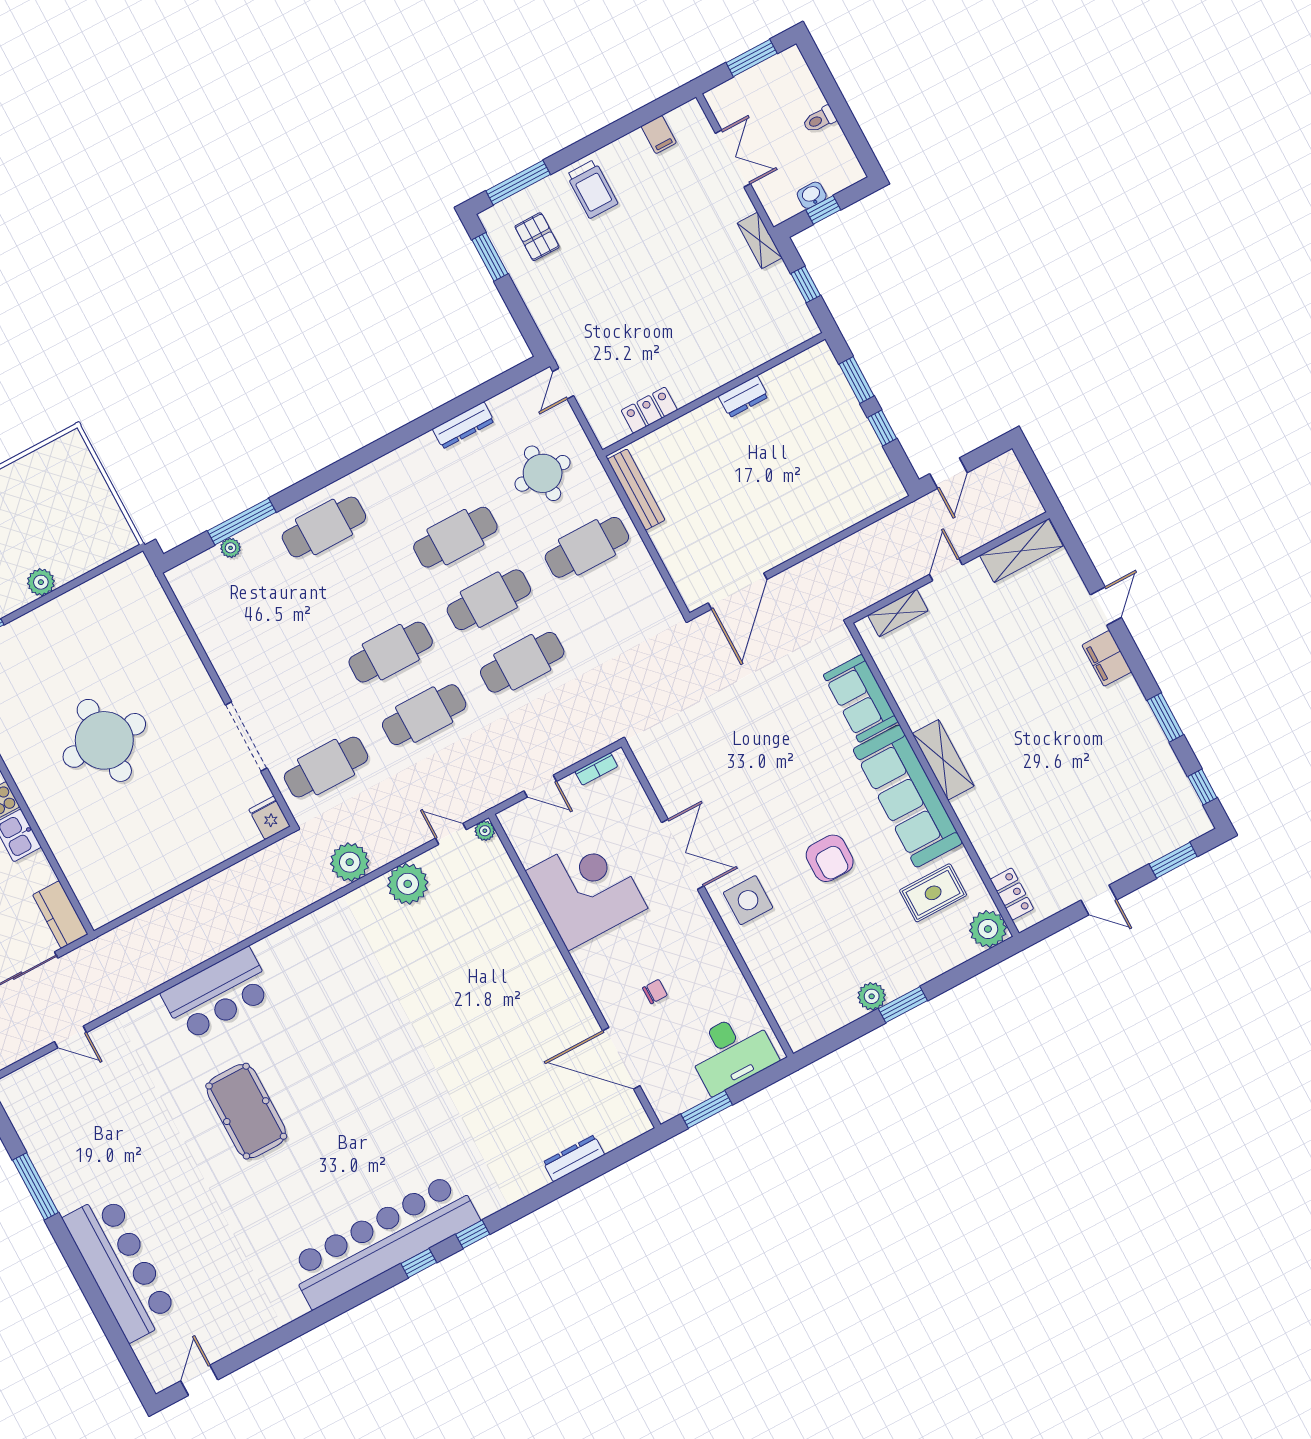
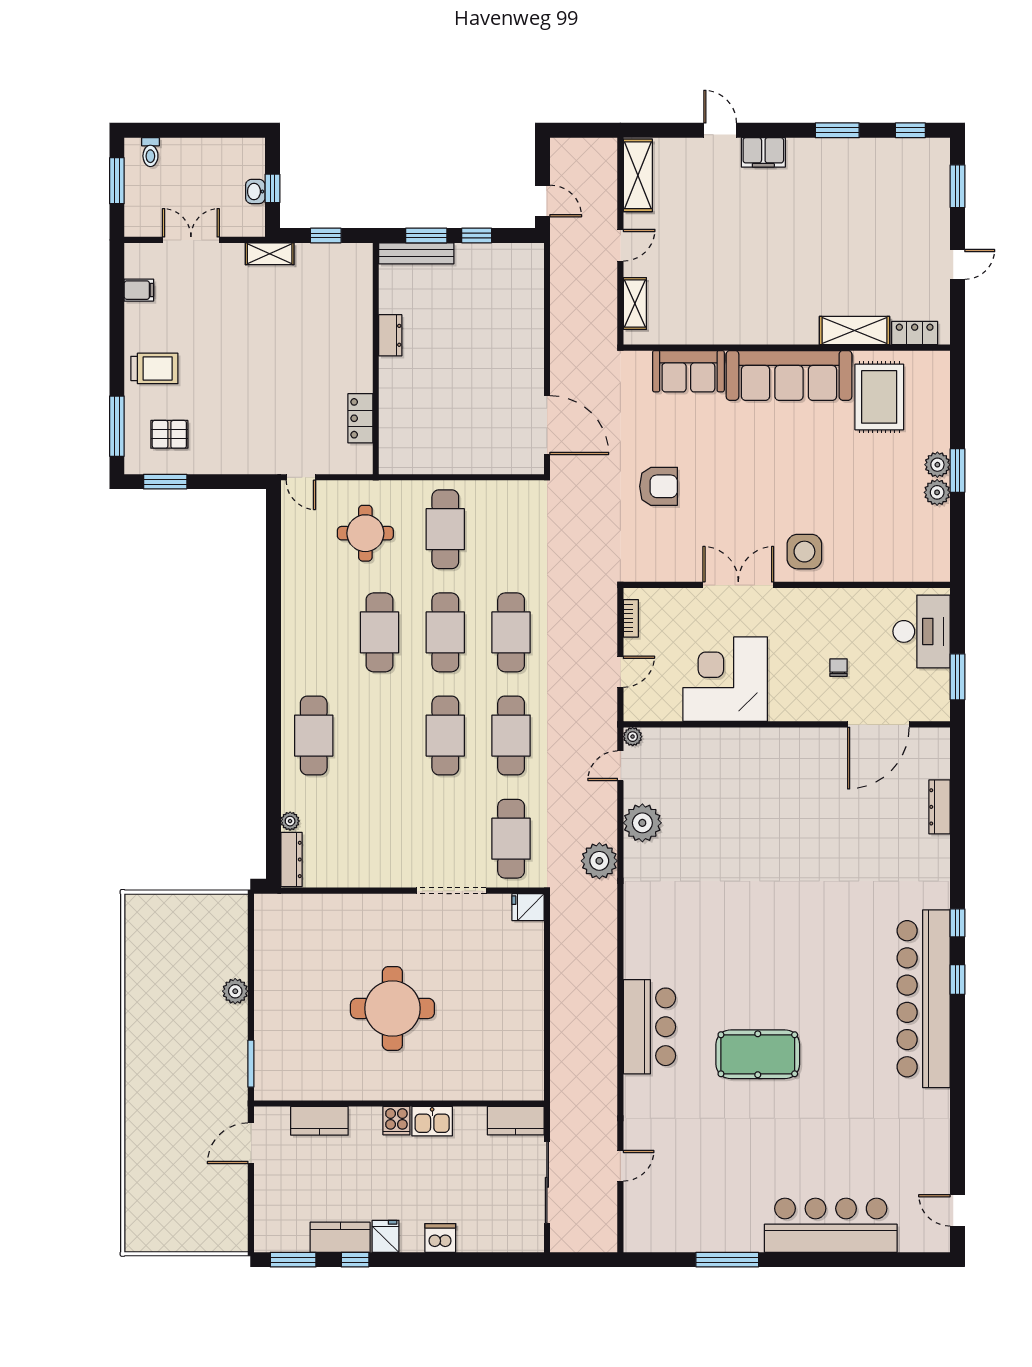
toilet: (819, 120) -> (150, 152), moved
dresser: (463, 425) -> (291, 859), moved
bench: (636, 490) -> (416, 253), moved
window: (242, 522) -> (273, 800), removed
door: (946, 570) -> (620, 245), swing flipped
shelving: (943, 760) -> (854, 331), moved
armchair: (830, 858) -> (658, 486), moved
rug: (933, 893) -> (879, 397), width x1.36, depth x1.43
plant: (988, 929) -> (937, 465), moved, width x0.73, depth x0.73

